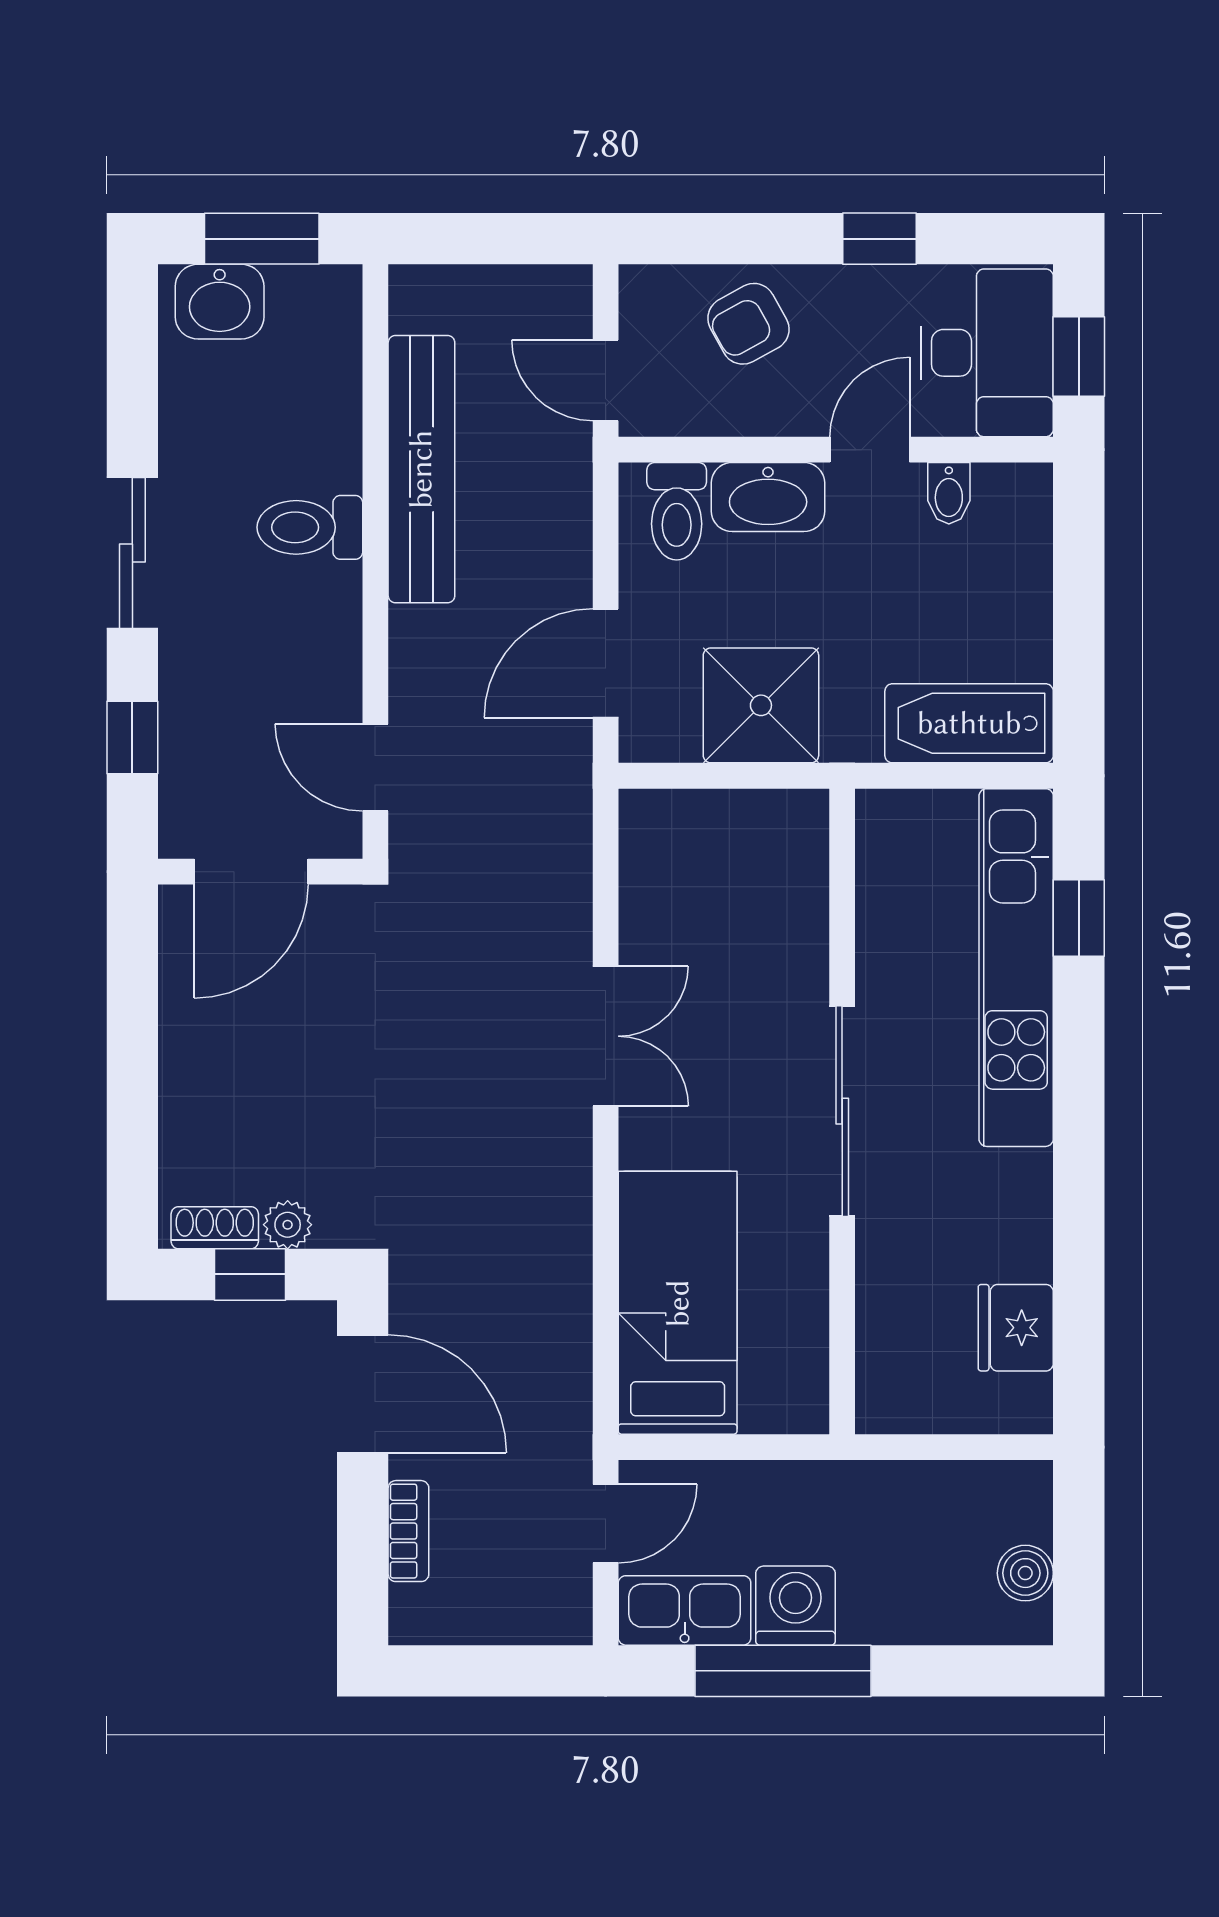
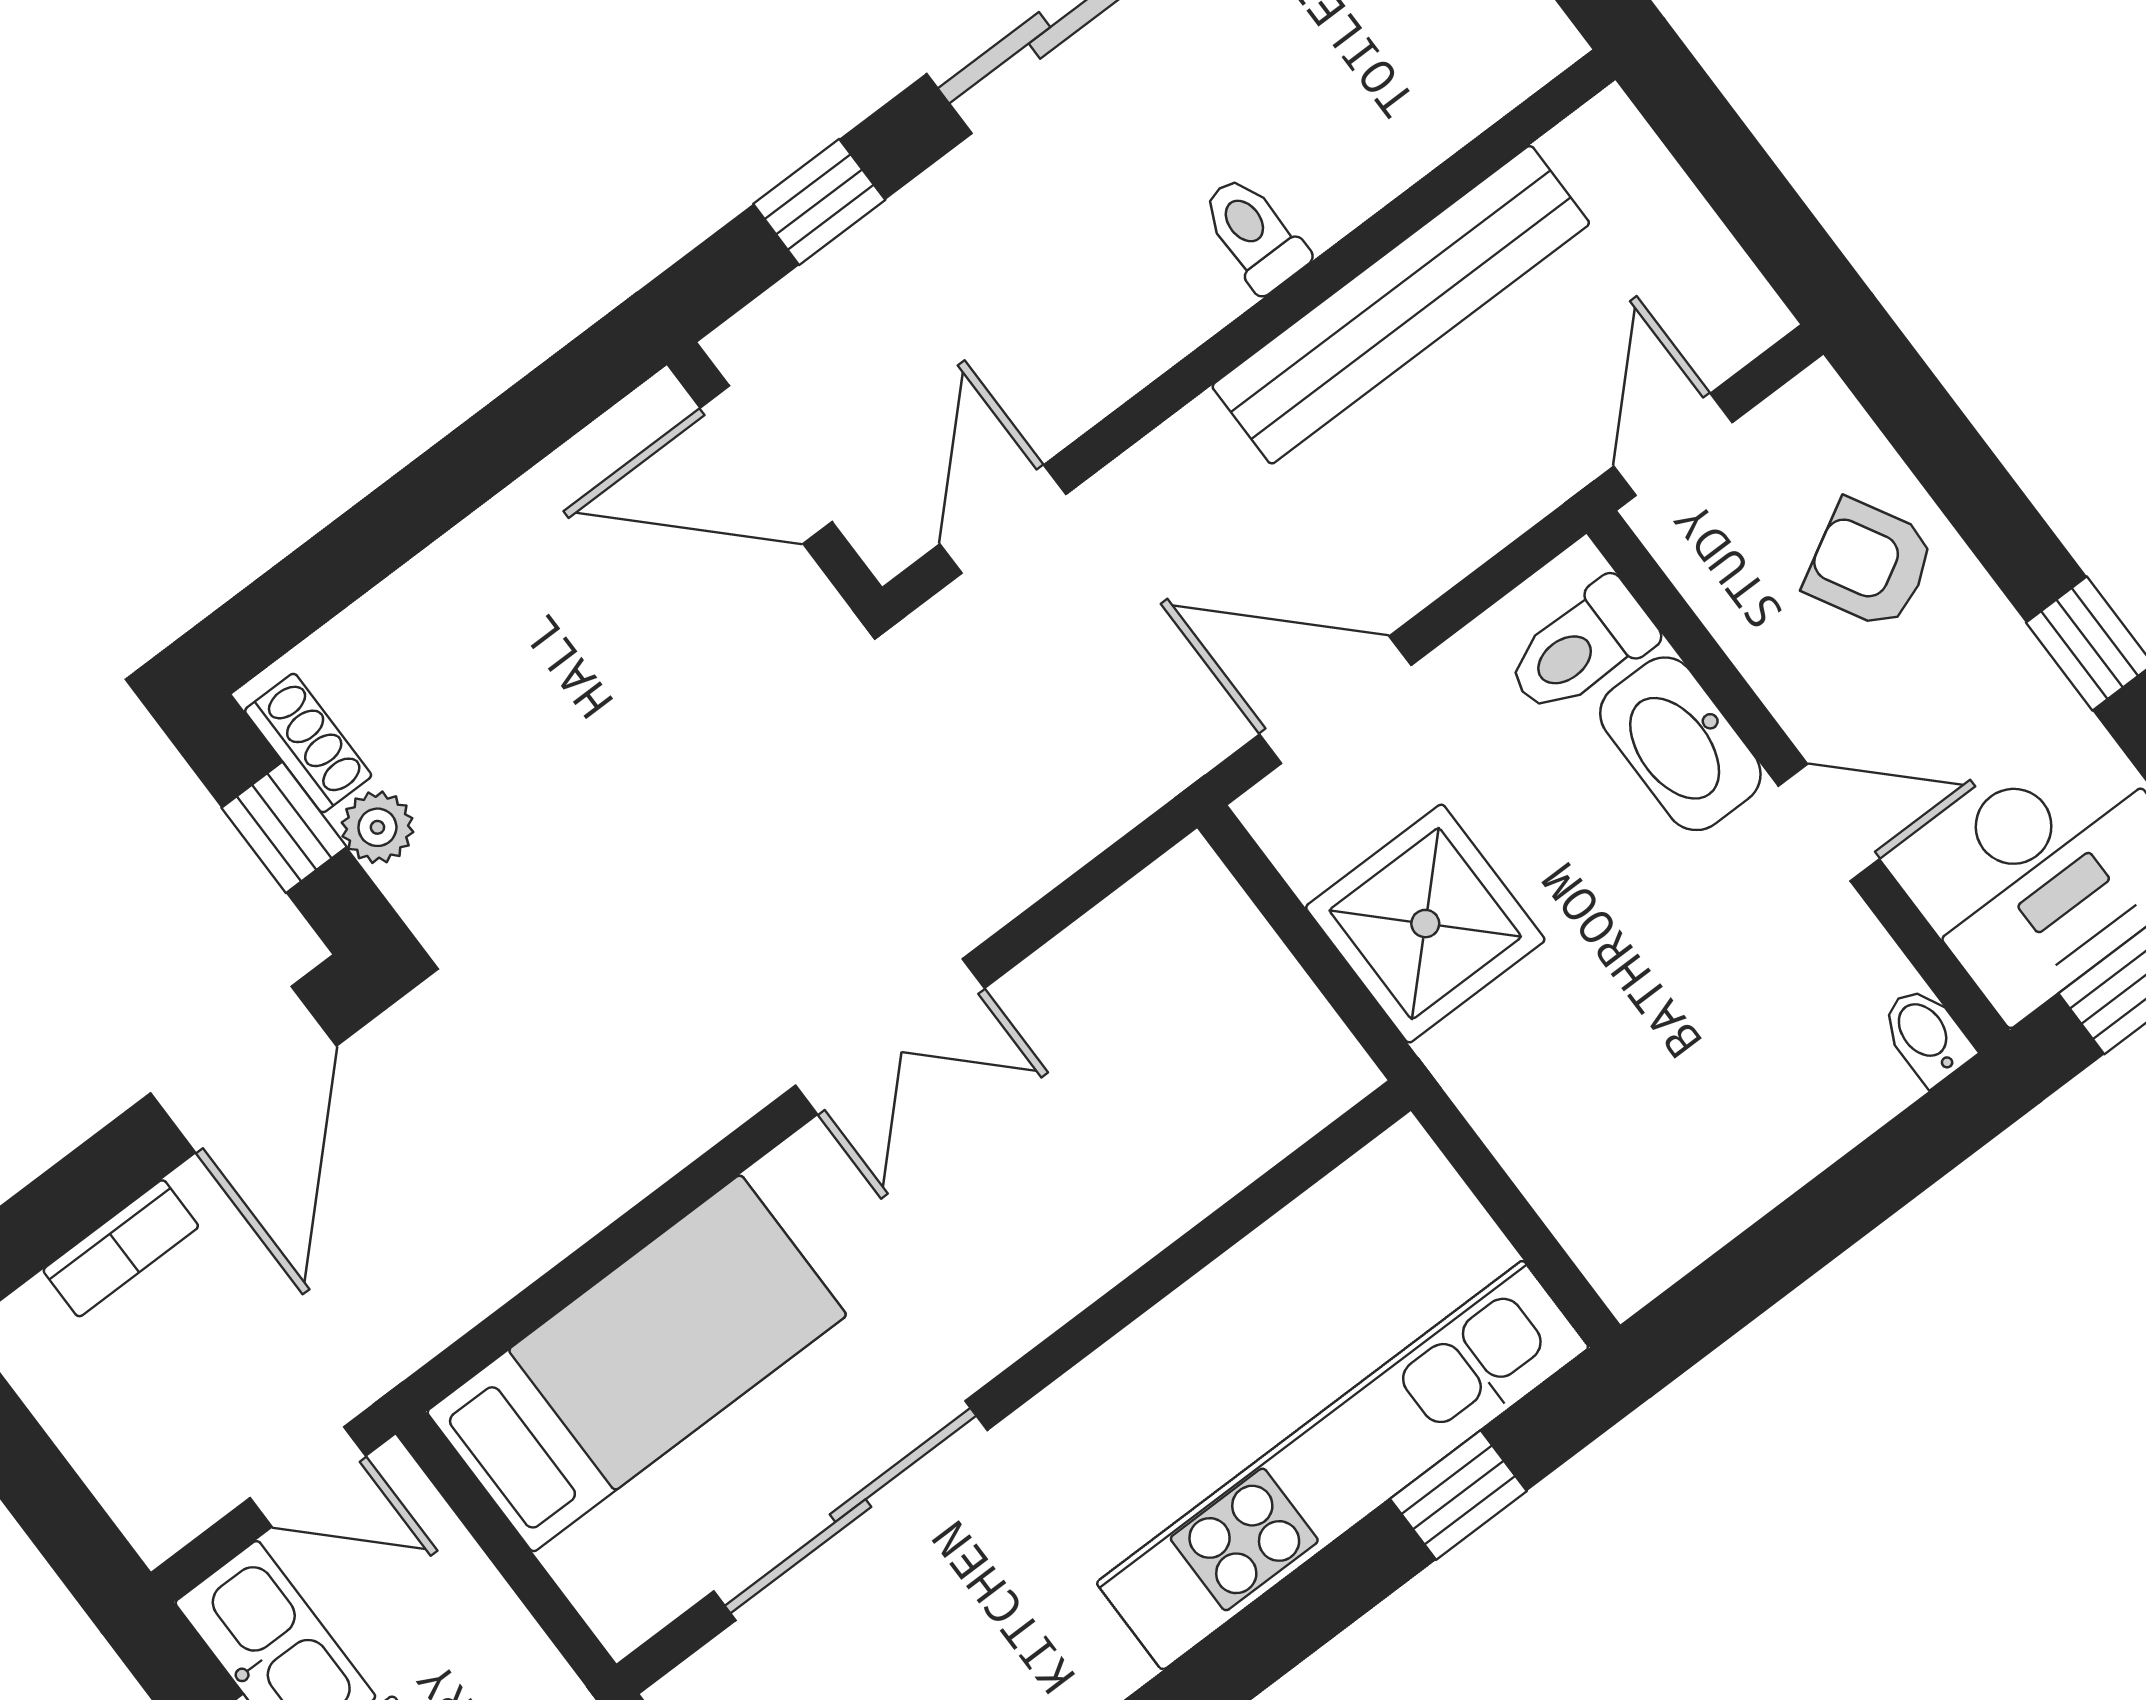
bidet: (949, 493) -> (1926, 1035), moved, turned 90
toilet: (310, 527) -> (1254, 234), width x0.73, depth x0.72
bathtub: (969, 723) -> (1592, 1188), removed
sliding door: (842, 1111) -> (850, 1511), moved

